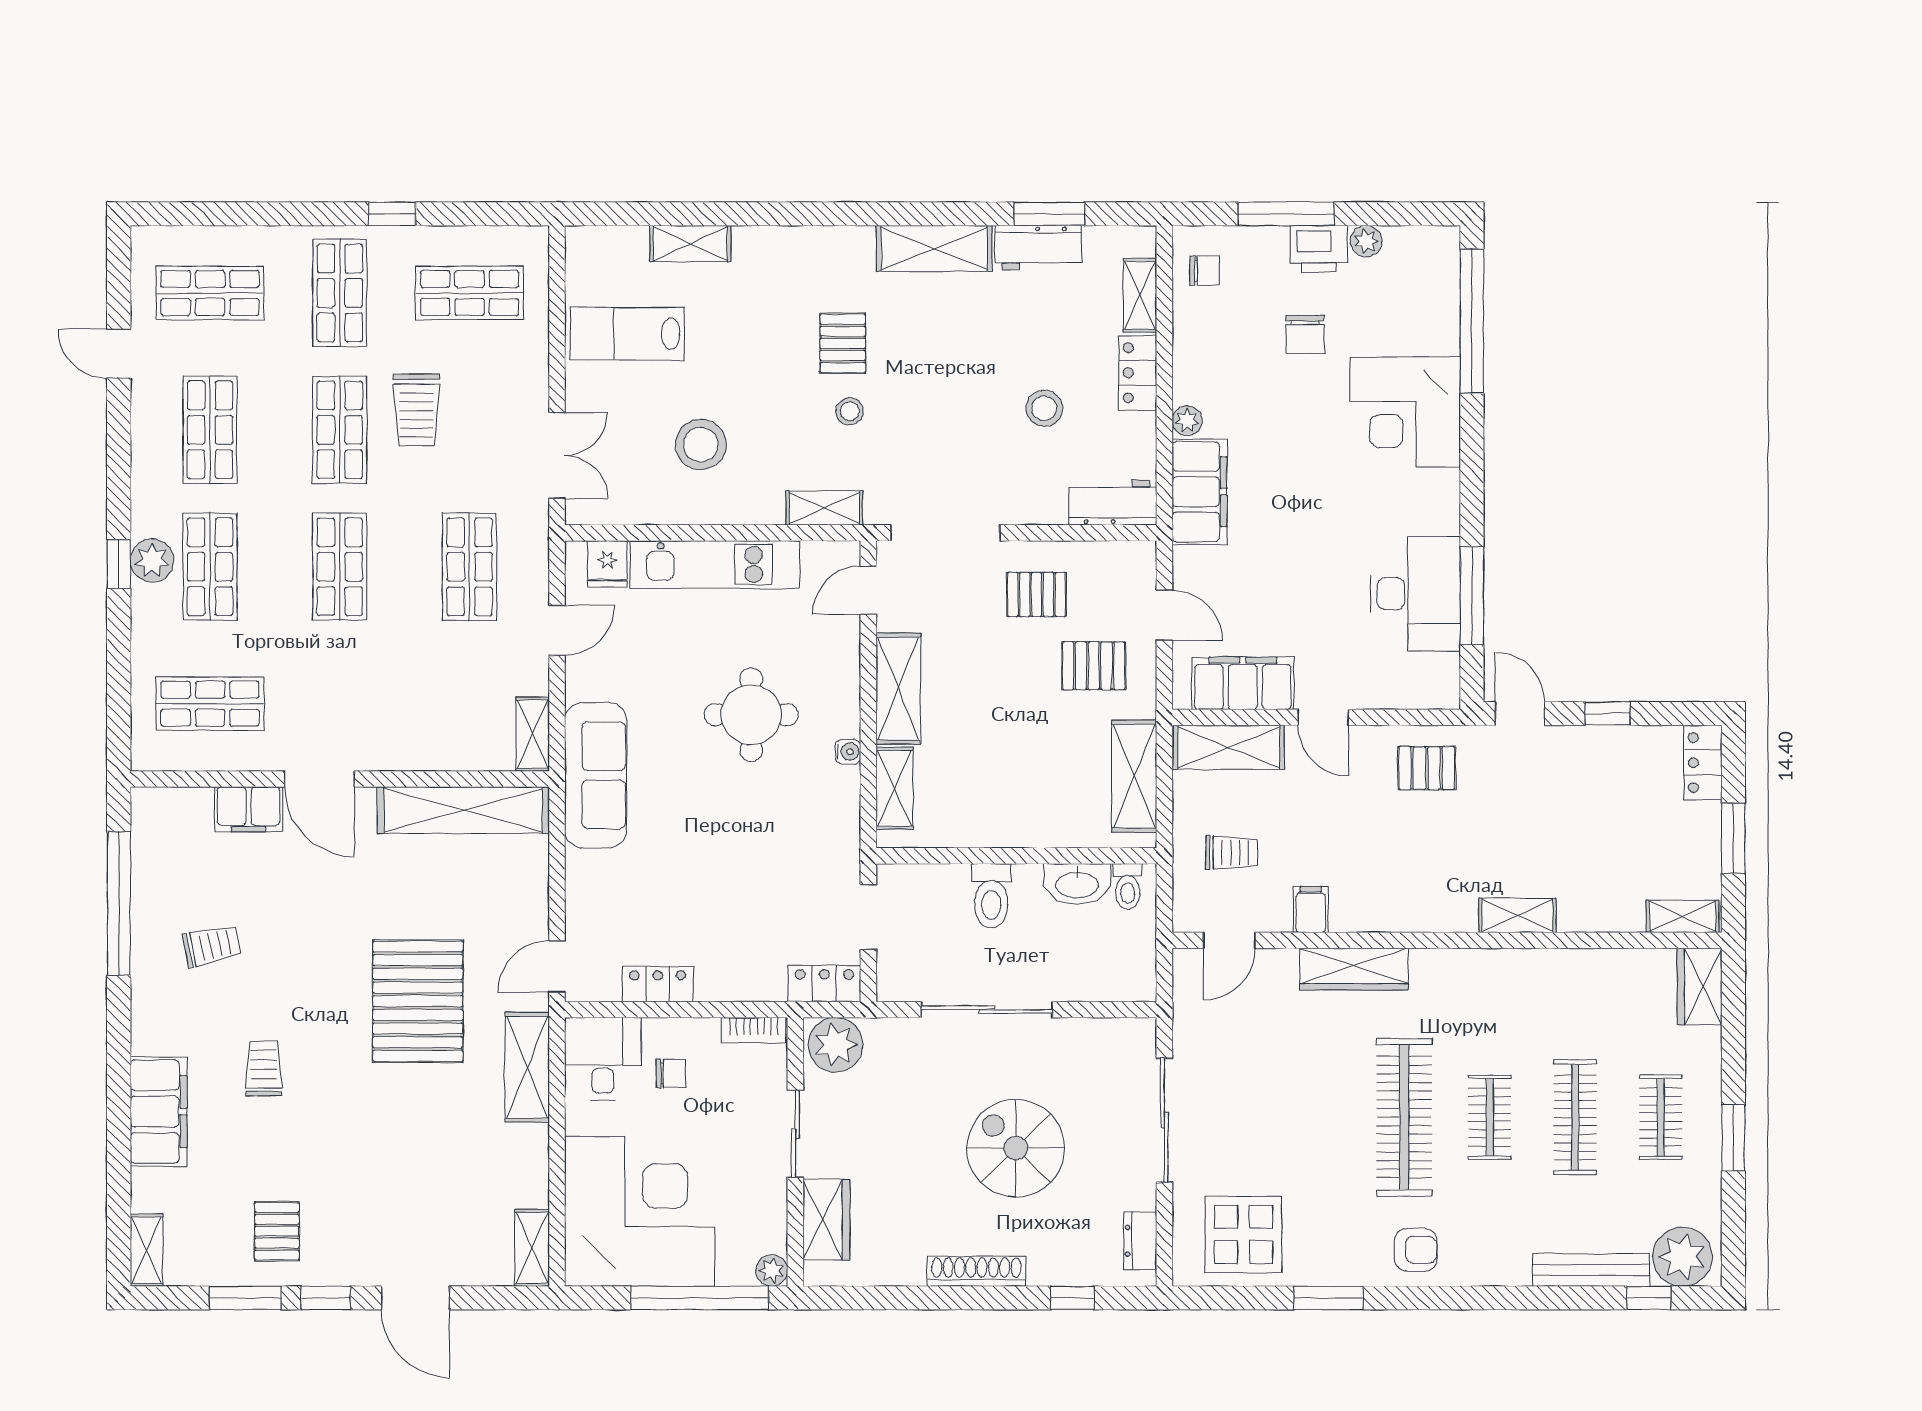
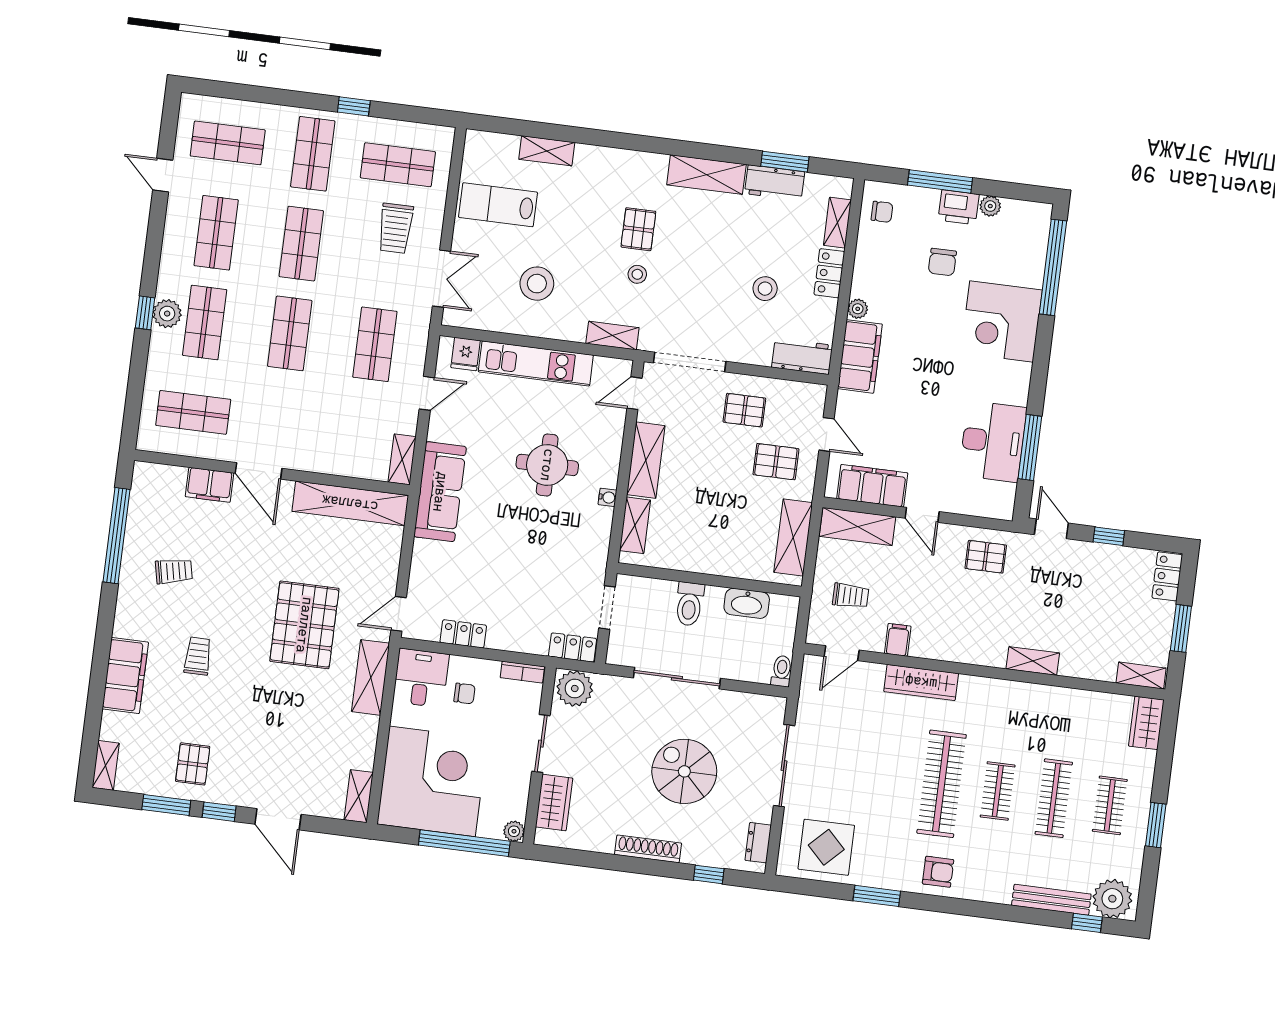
trolley: (416, 410) -> (396, 228), moved
toilet: (1128, 887) -> (782, 671), moved, turned 180

